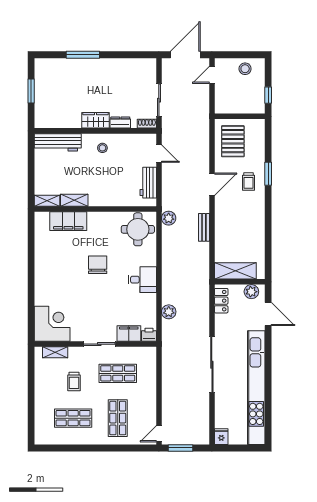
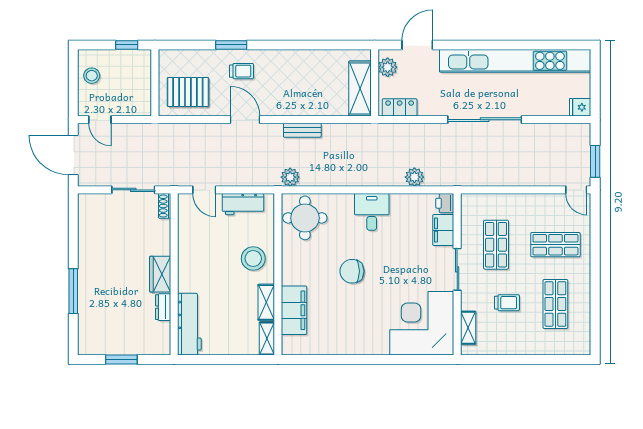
dresser: (120, 123) -> (163, 307), moved
stool: (102, 148) -> (253, 259), moved, width x1.89, depth x1.89
door: (159, 154) -> (204, 190), swing flipped
corner desk: (52, 324) -> (422, 323), width x1.36, depth x1.36

